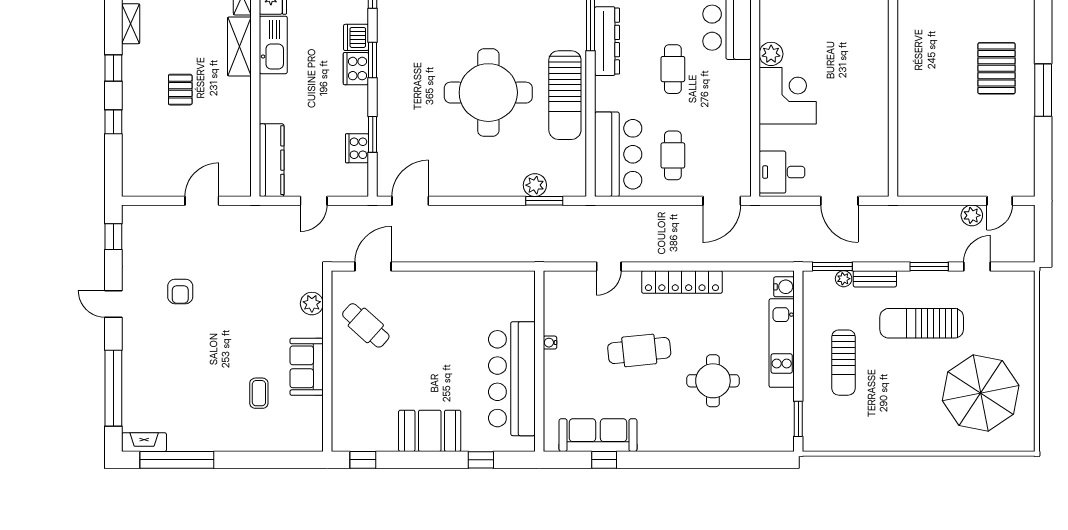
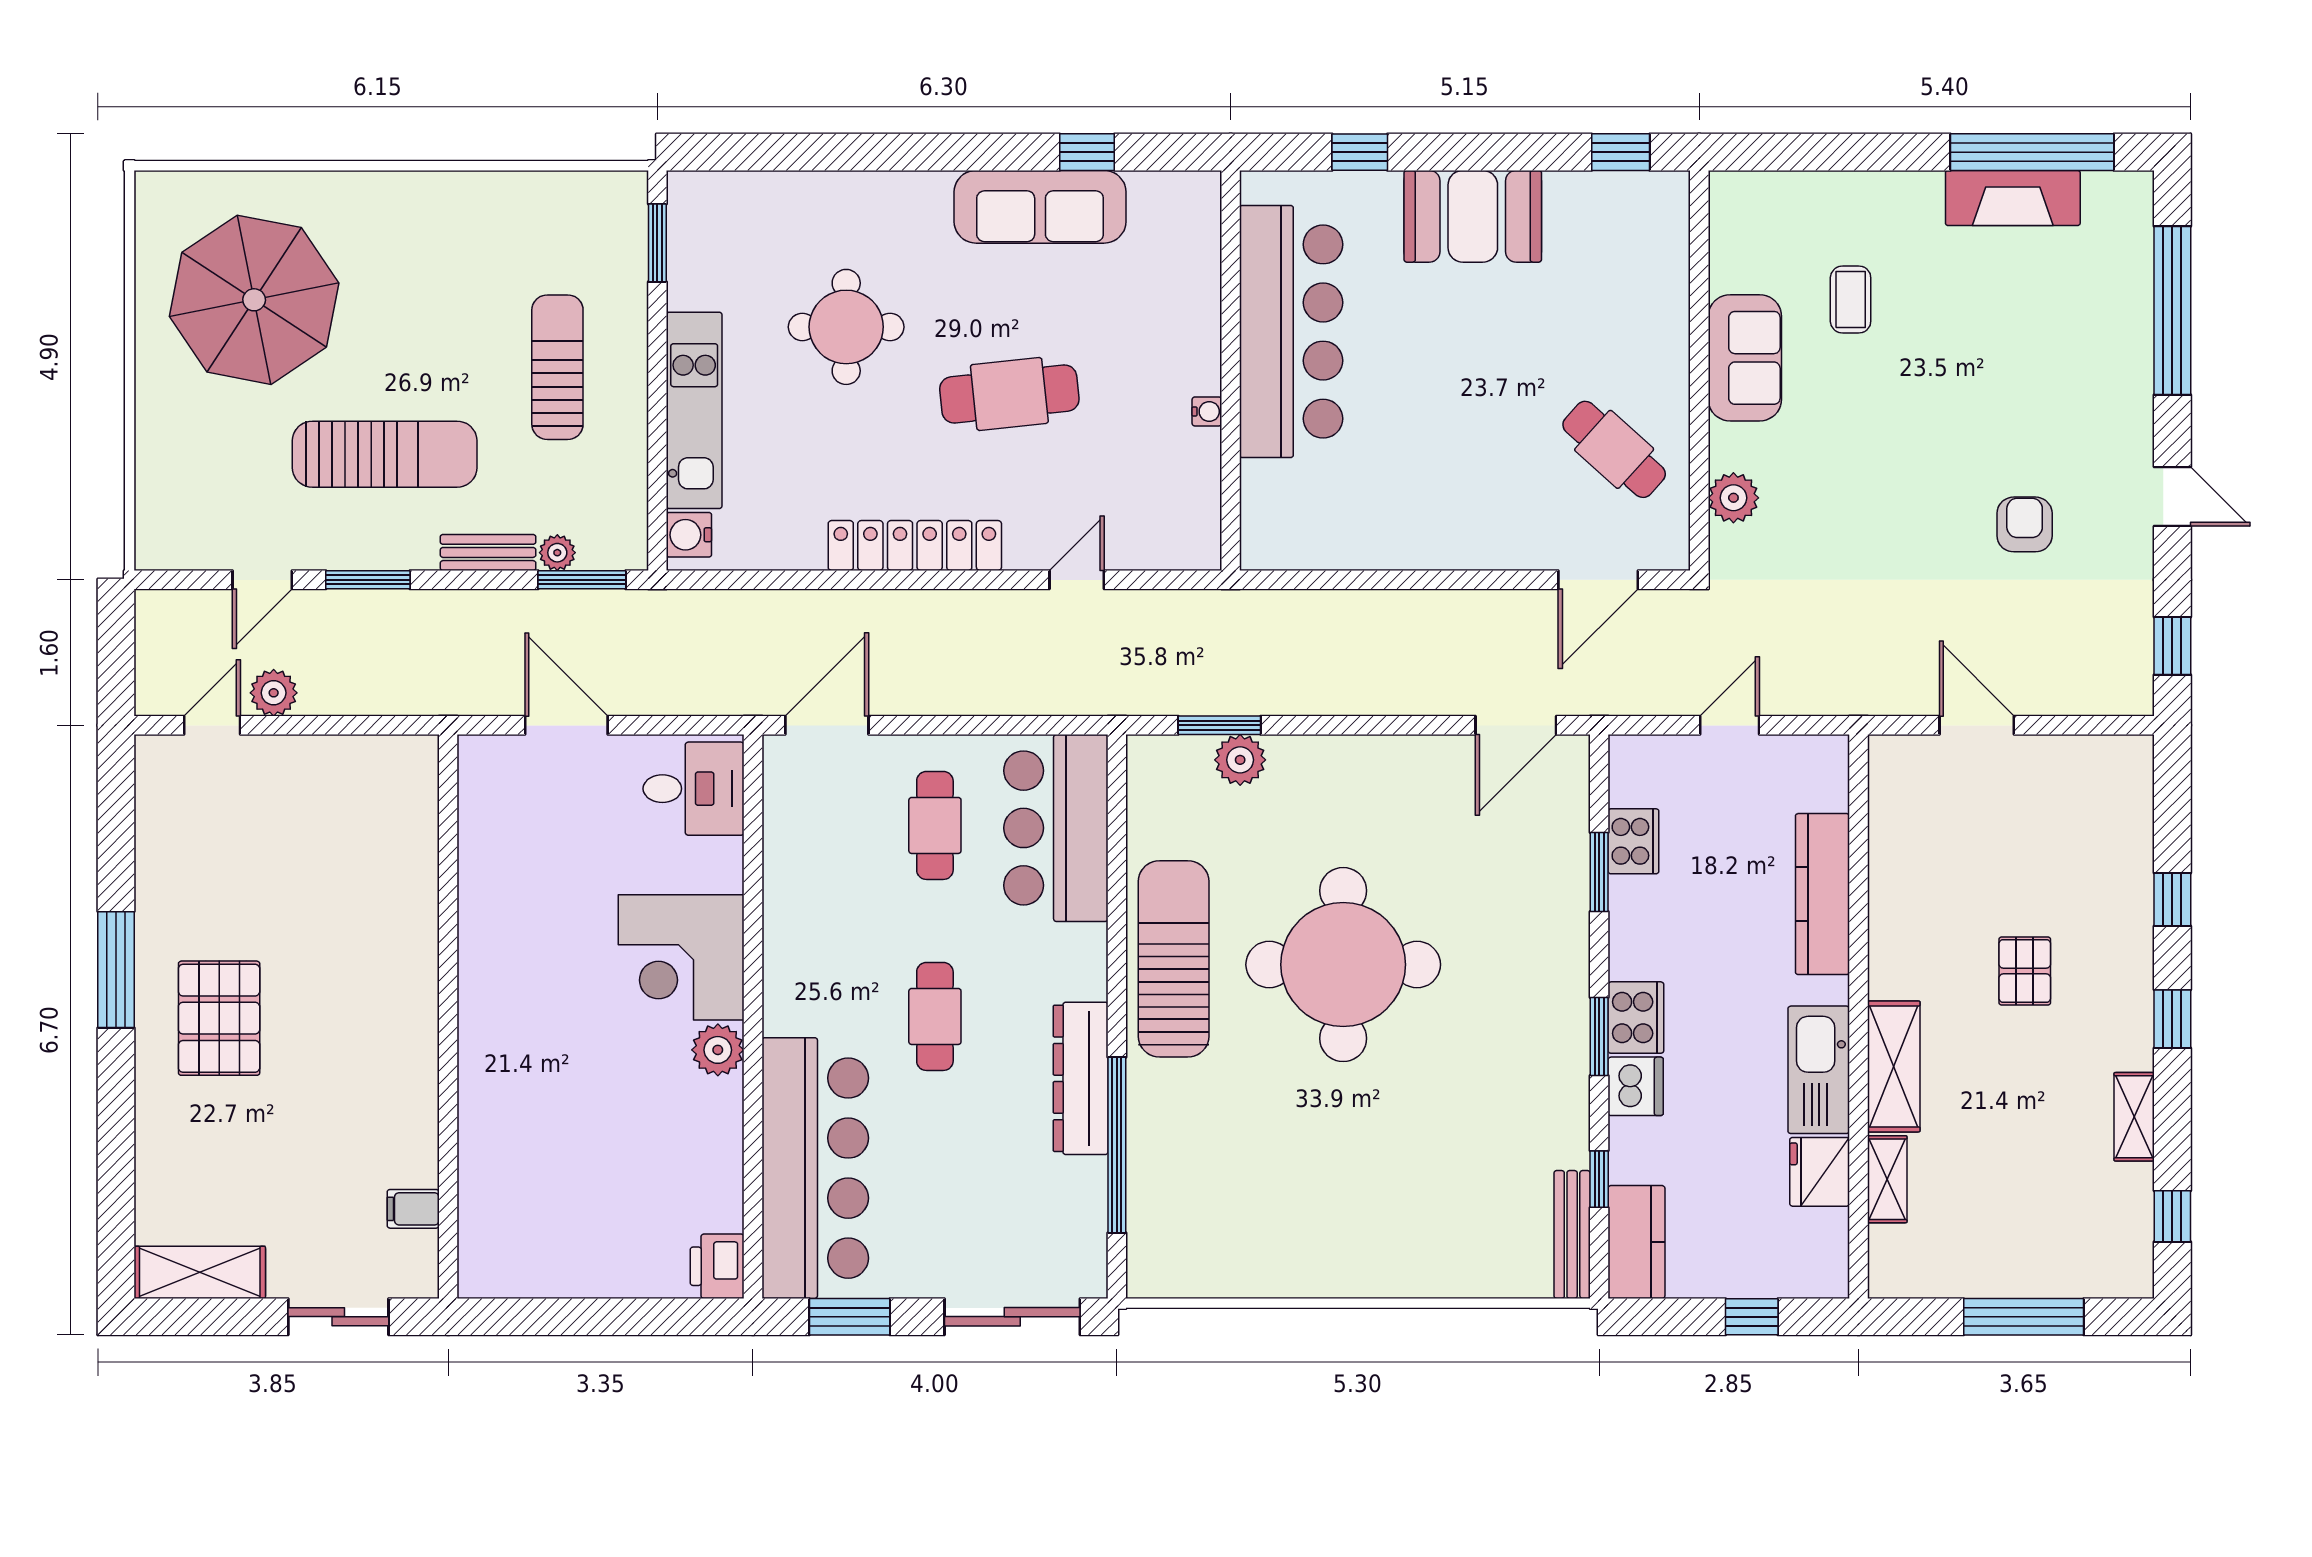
kitchen counter: (272, 160) -> (1822, 894), moved
door: (202, 201) -> (1977, 725), swing flipped
sofa: (598, 435) -> (1040, 207), moved
fireplace: (144, 442) -> (2013, 198), moved, width x1.37, depth x1.32

